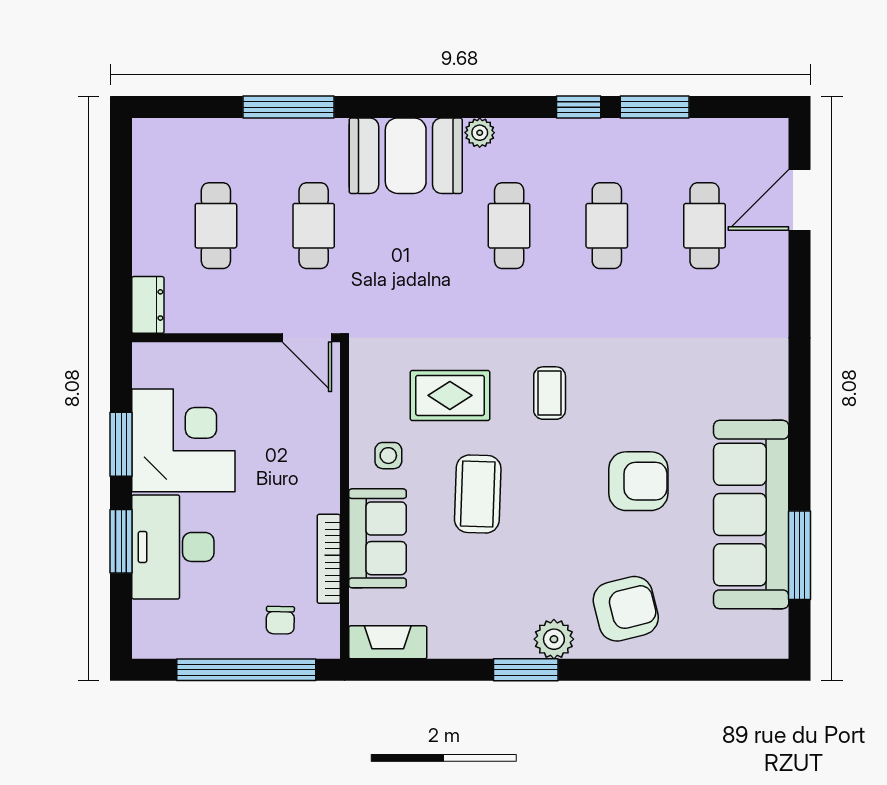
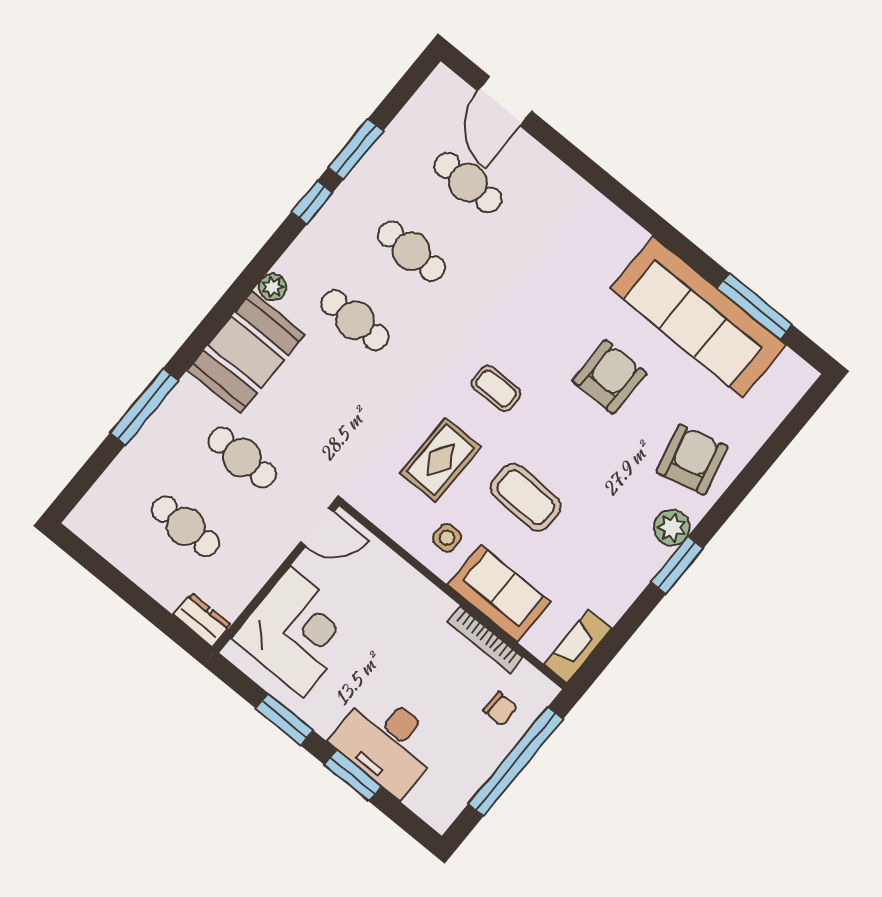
corner desk: (183, 440) -> (297, 632), moved, turned 90

